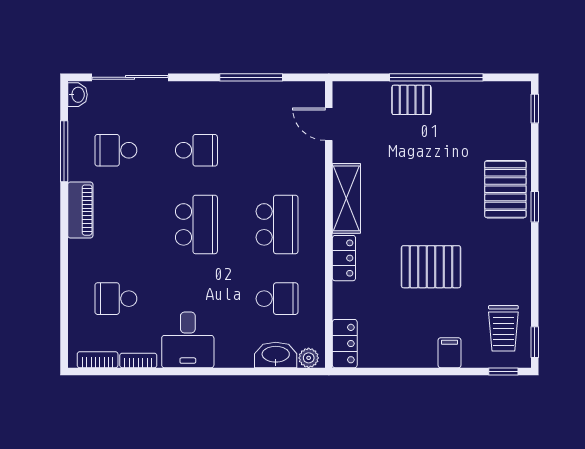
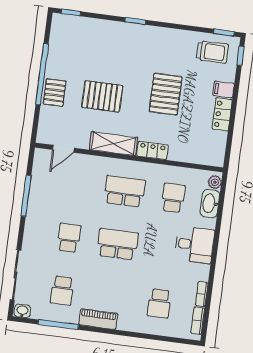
pallet: (505, 189) -> (102, 96), moved
desk: (188, 340) -> (194, 245), moved
locker: (345, 344) -> (222, 114), moved, turned -90

